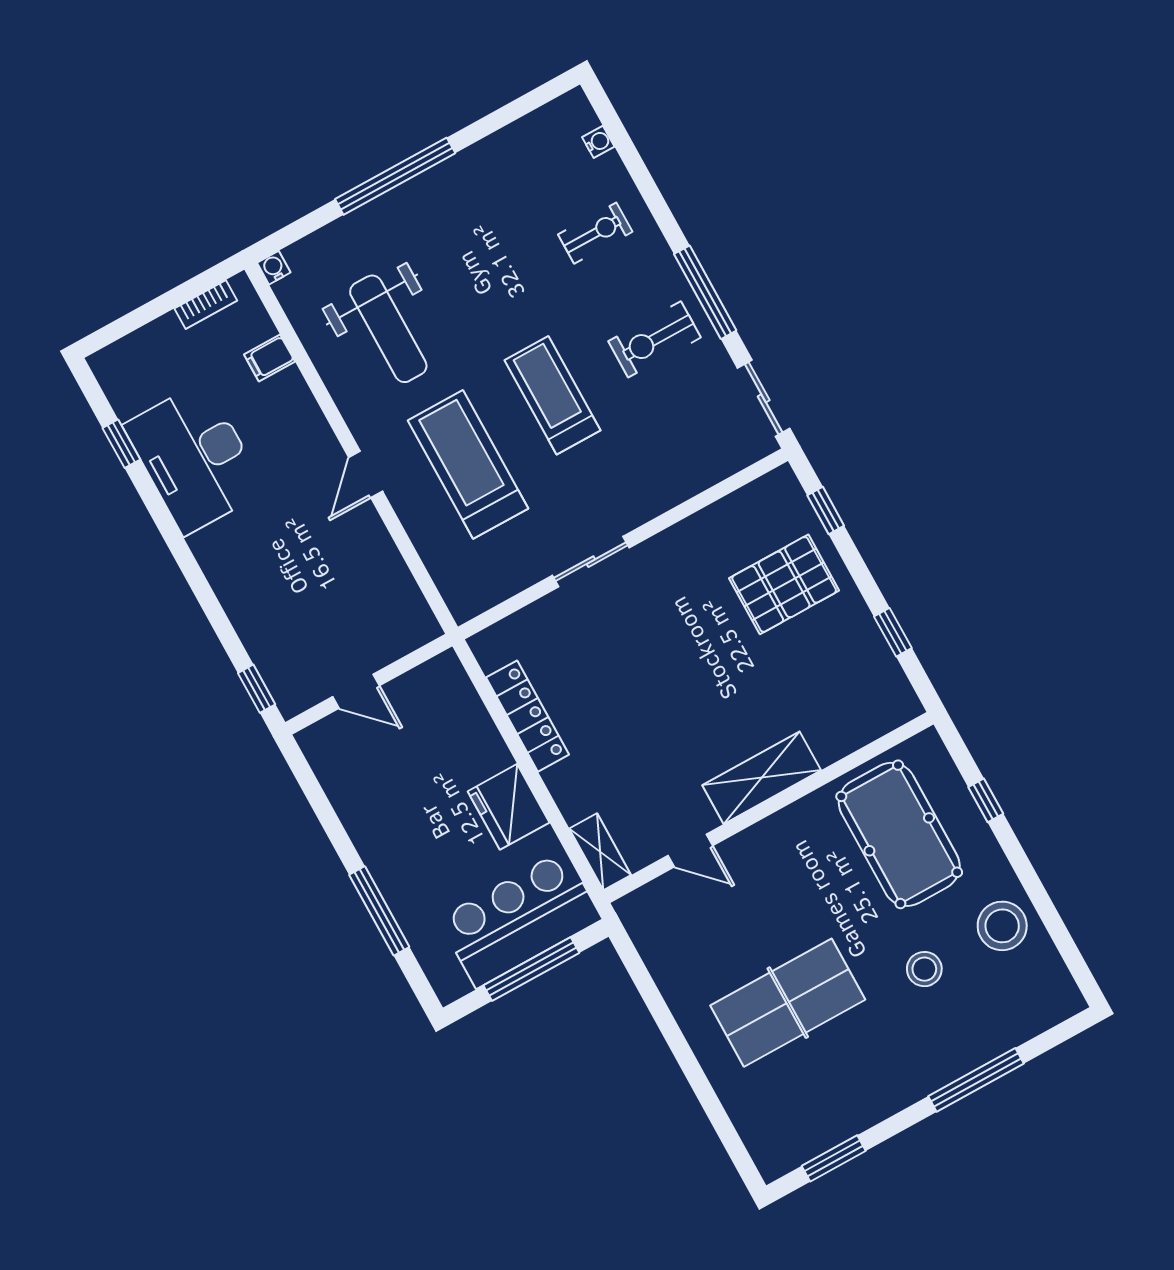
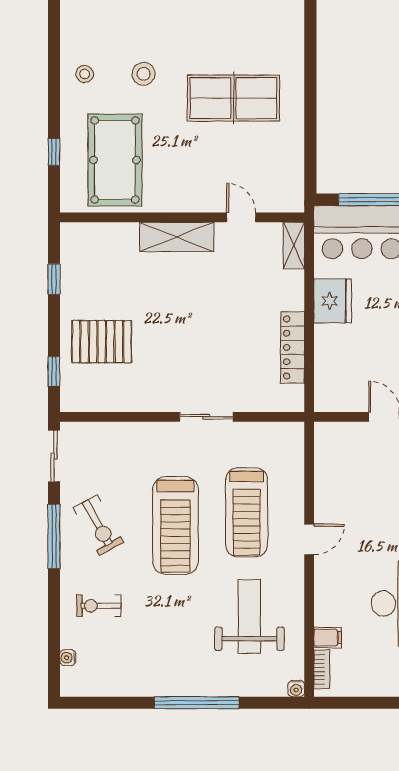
bookcase: (206, 305) -> (322, 669), moved, turned 90
exercise bike: (655, 339) -> (98, 525), turned 61
treadmill: (553, 395) -> (175, 525), width x1.37, depth x1.38
stool: (1002, 926) -> (85, 74), width x0.53, depth x0.53

